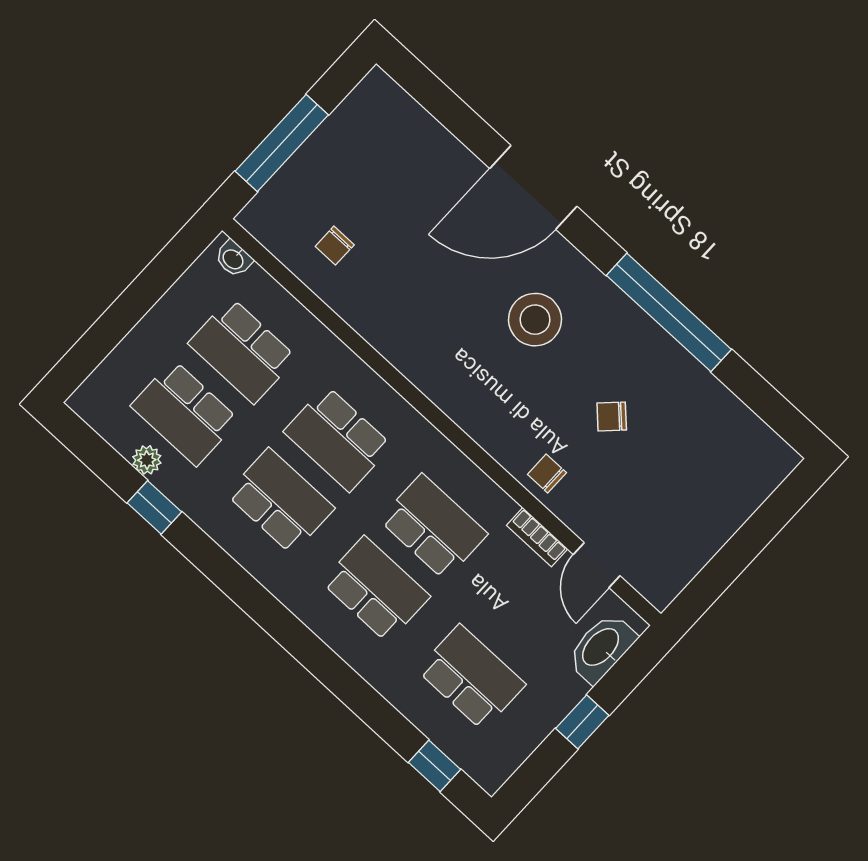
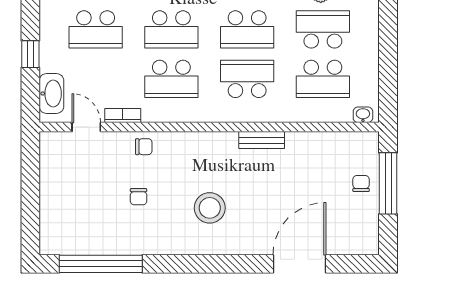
door: (533, 187) -> (299, 264), moved
chair: (335, 246) -> (361, 184), moved
window: (669, 312) -> (101, 264), moved
bench: (391, 345) -> (262, 140), added
school desk: (242, 351) -> (323, 79), turned 180
chair: (612, 416) -> (139, 197), turned 135

